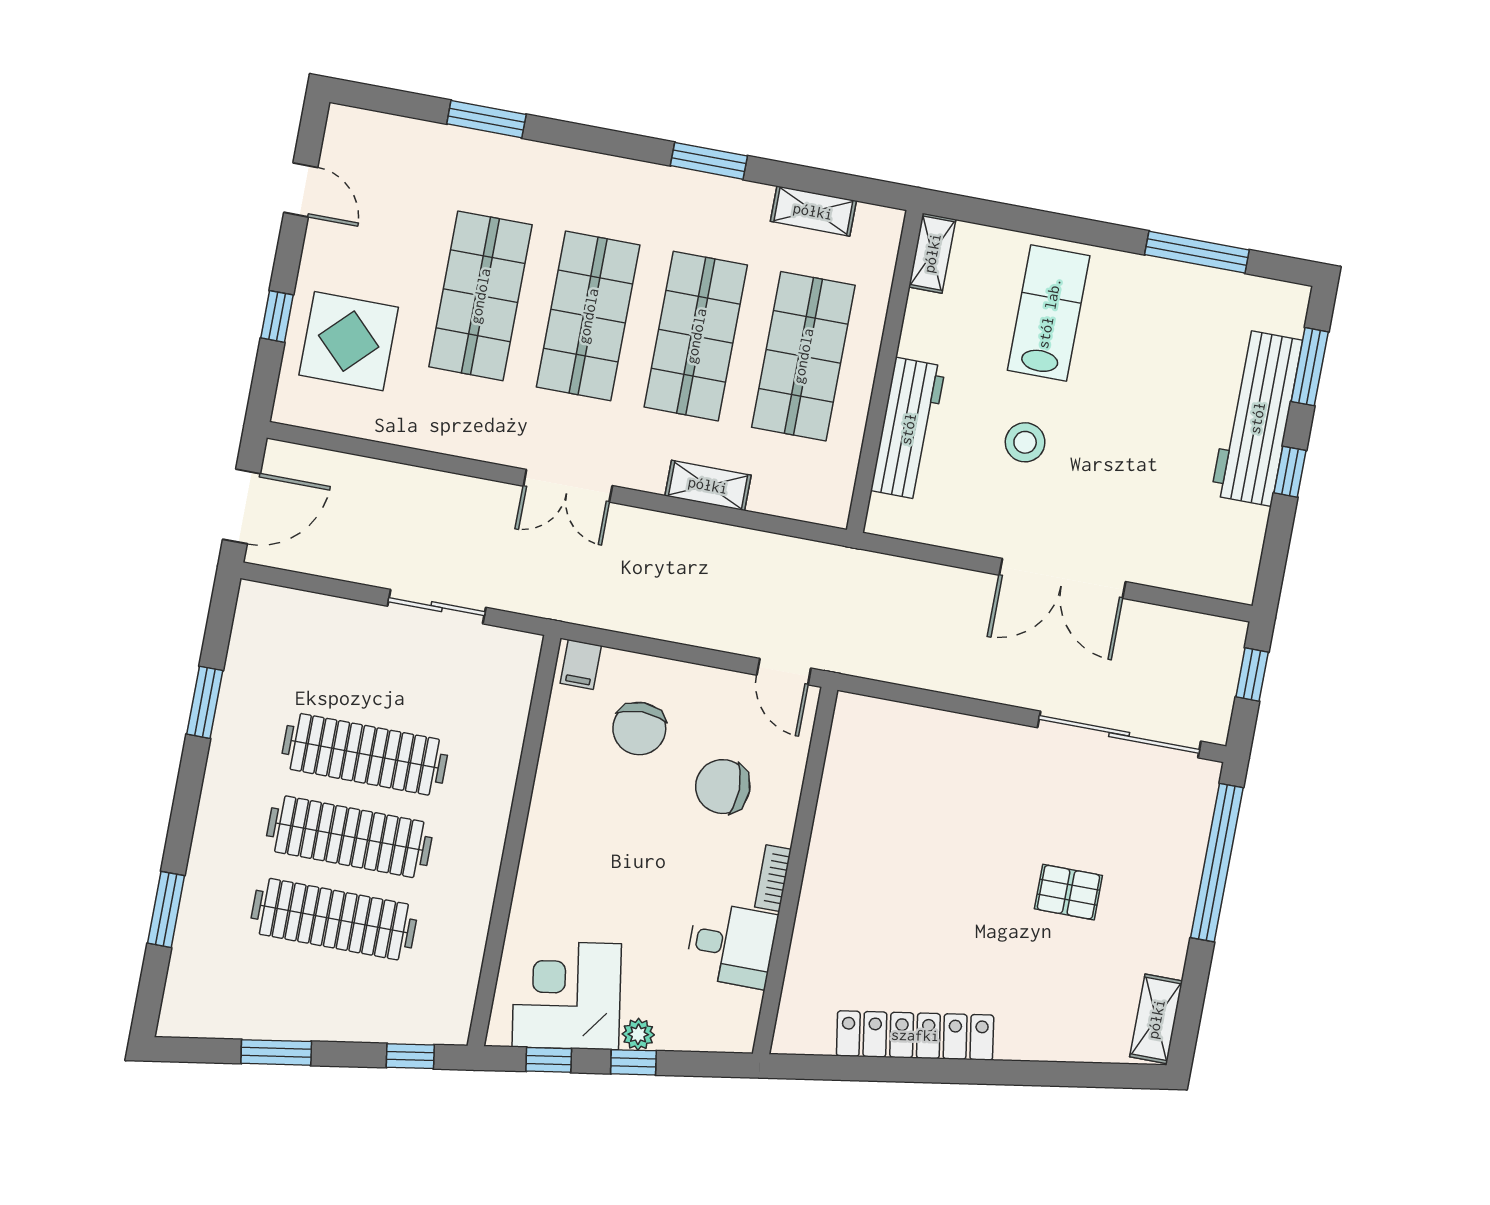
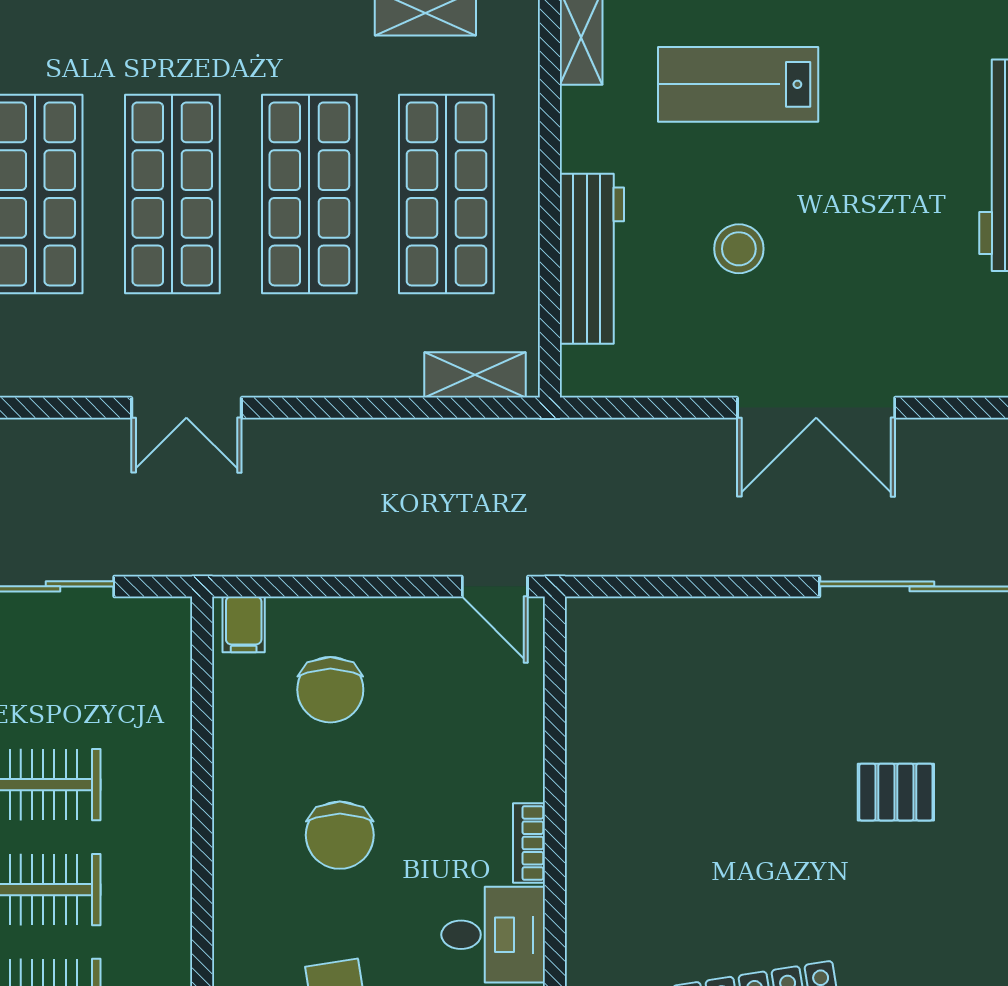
lab bench: (1049, 313) -> (738, 84), turned -90
shelving: (708, 485) -> (475, 375), moved
chair: (723, 787) -> (340, 835), moved, turned -90

